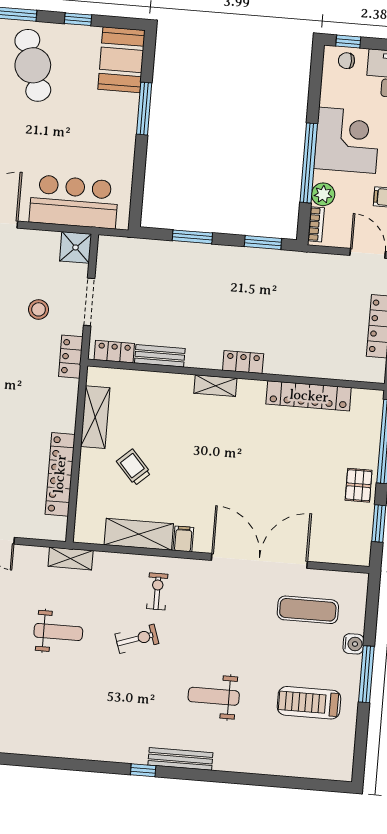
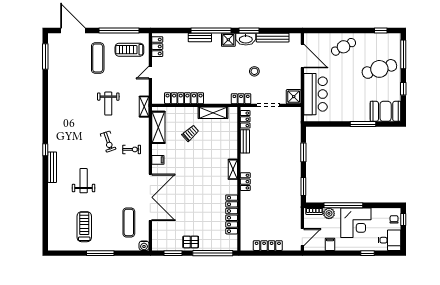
stool: (39, 309) -> (254, 71), moved
shelving: (139, 534) -> (158, 127), moved
water cooler: (353, 644) -> (144, 246), moved

